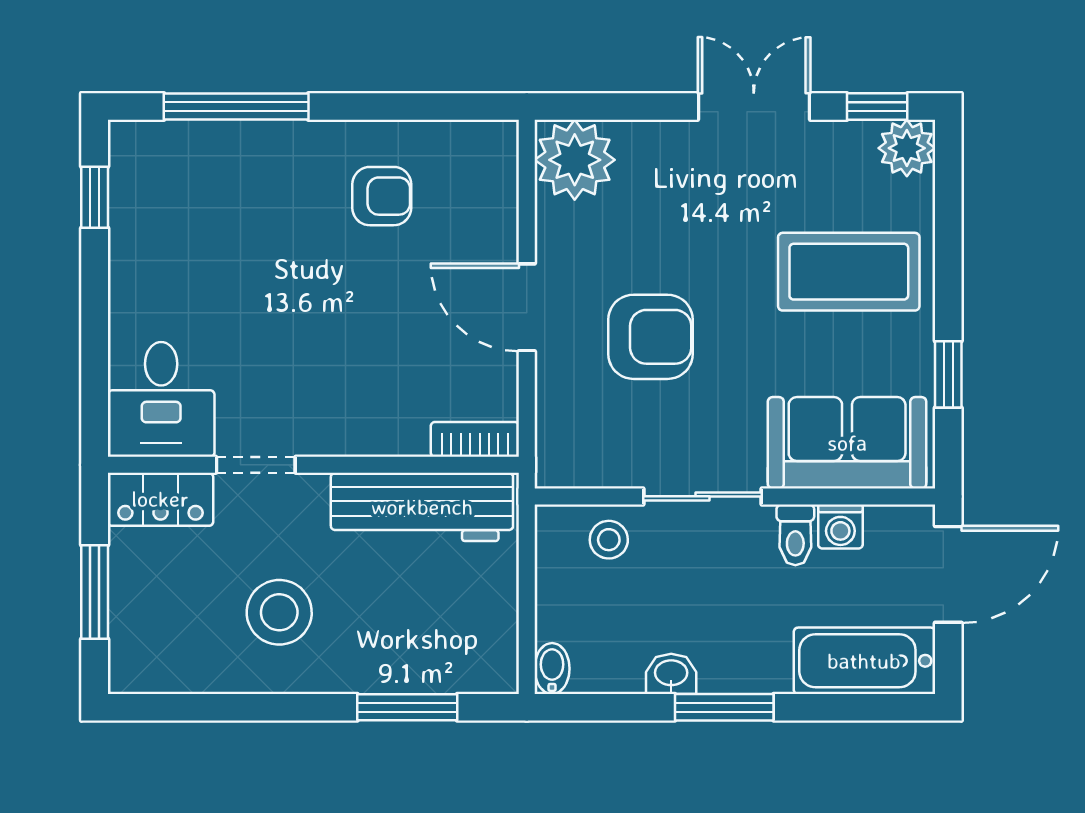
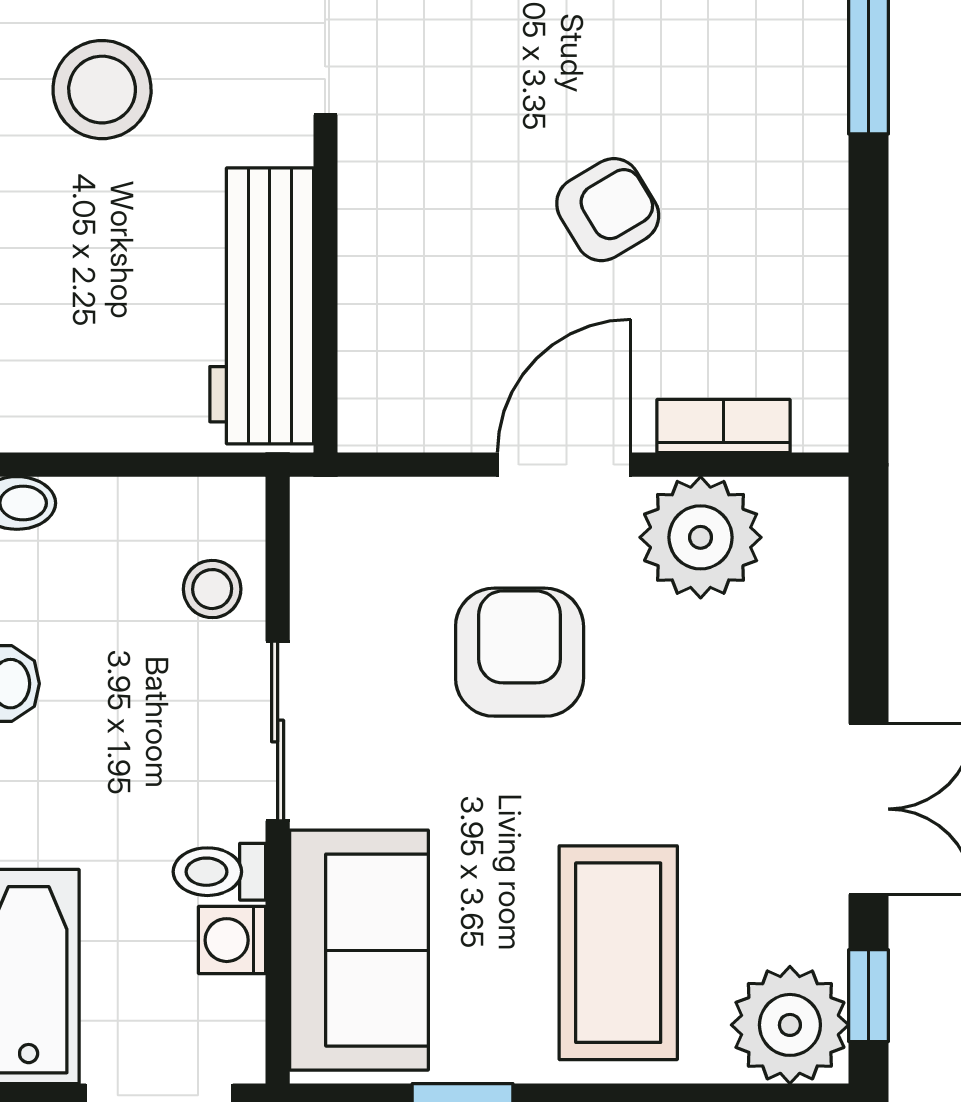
plant: (907, 148) -> (790, 1025), width x1.36, depth x1.36
plant: (575, 160) -> (701, 537), moved
armchair: (382, 196) -> (608, 210), moved, turned -121
armchair: (651, 337) -> (520, 652), turned 180
bookcase: (475, 439) -> (724, 426), moved, turned -90

